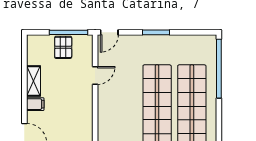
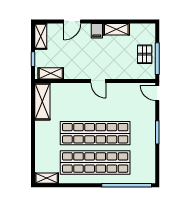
pallet: (63, 47) -> (145, 54), turned 90
door: (95, 75) -> (98, 81), moved

